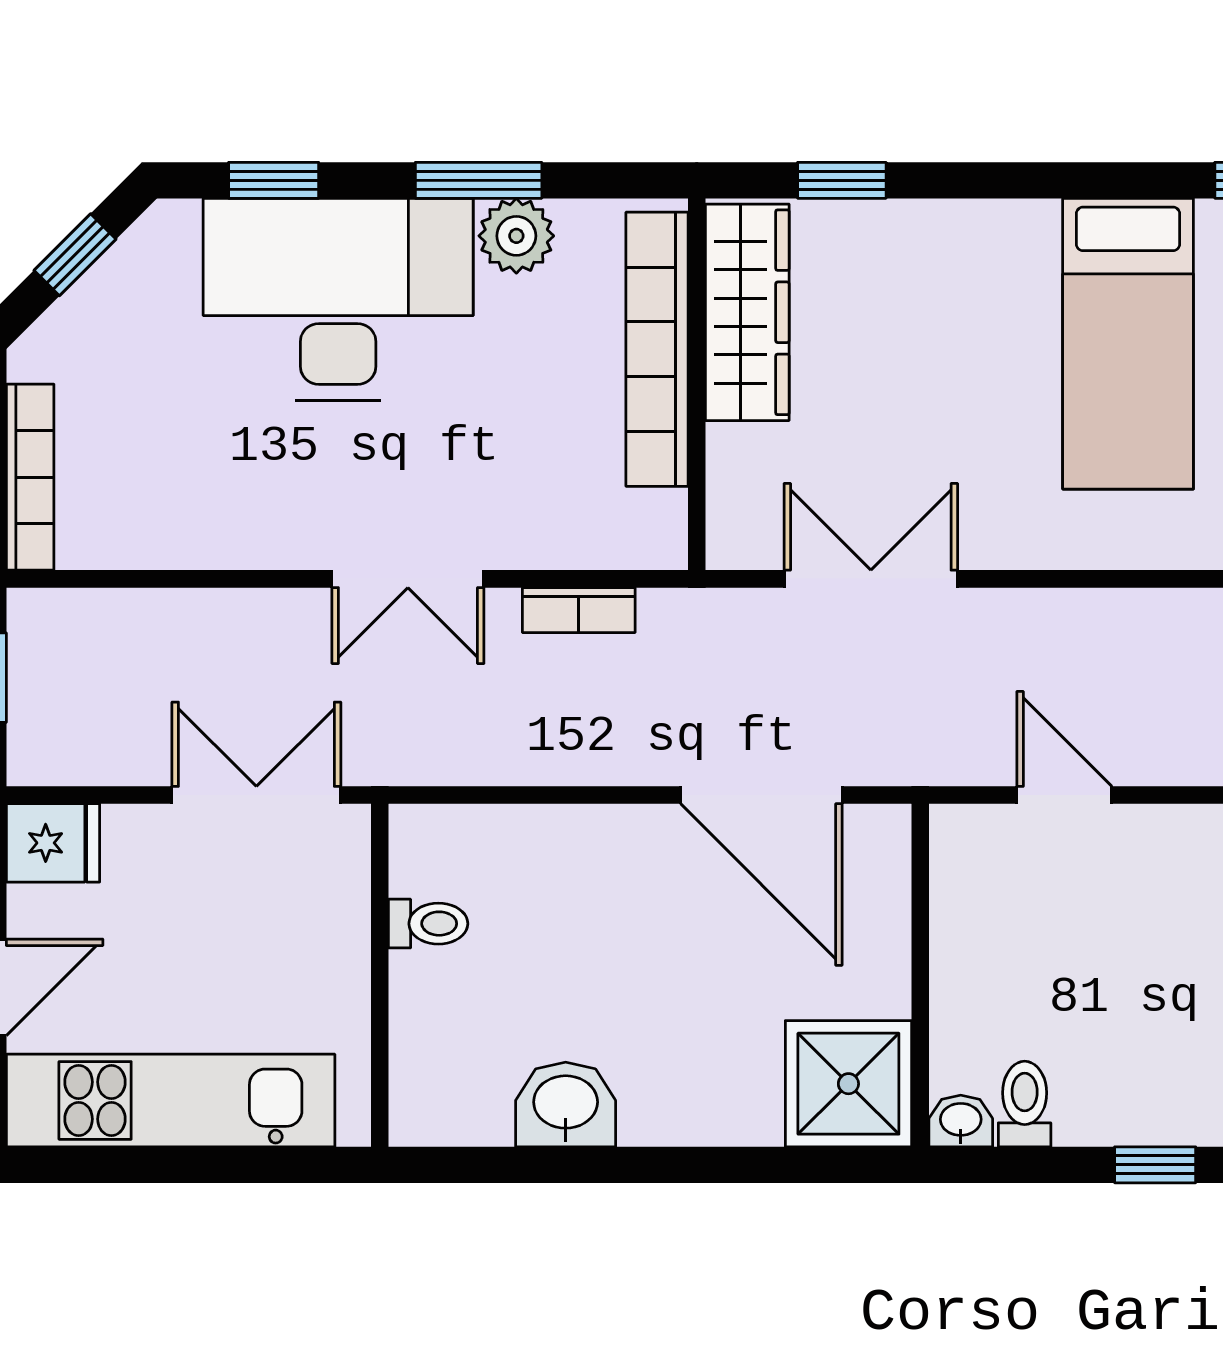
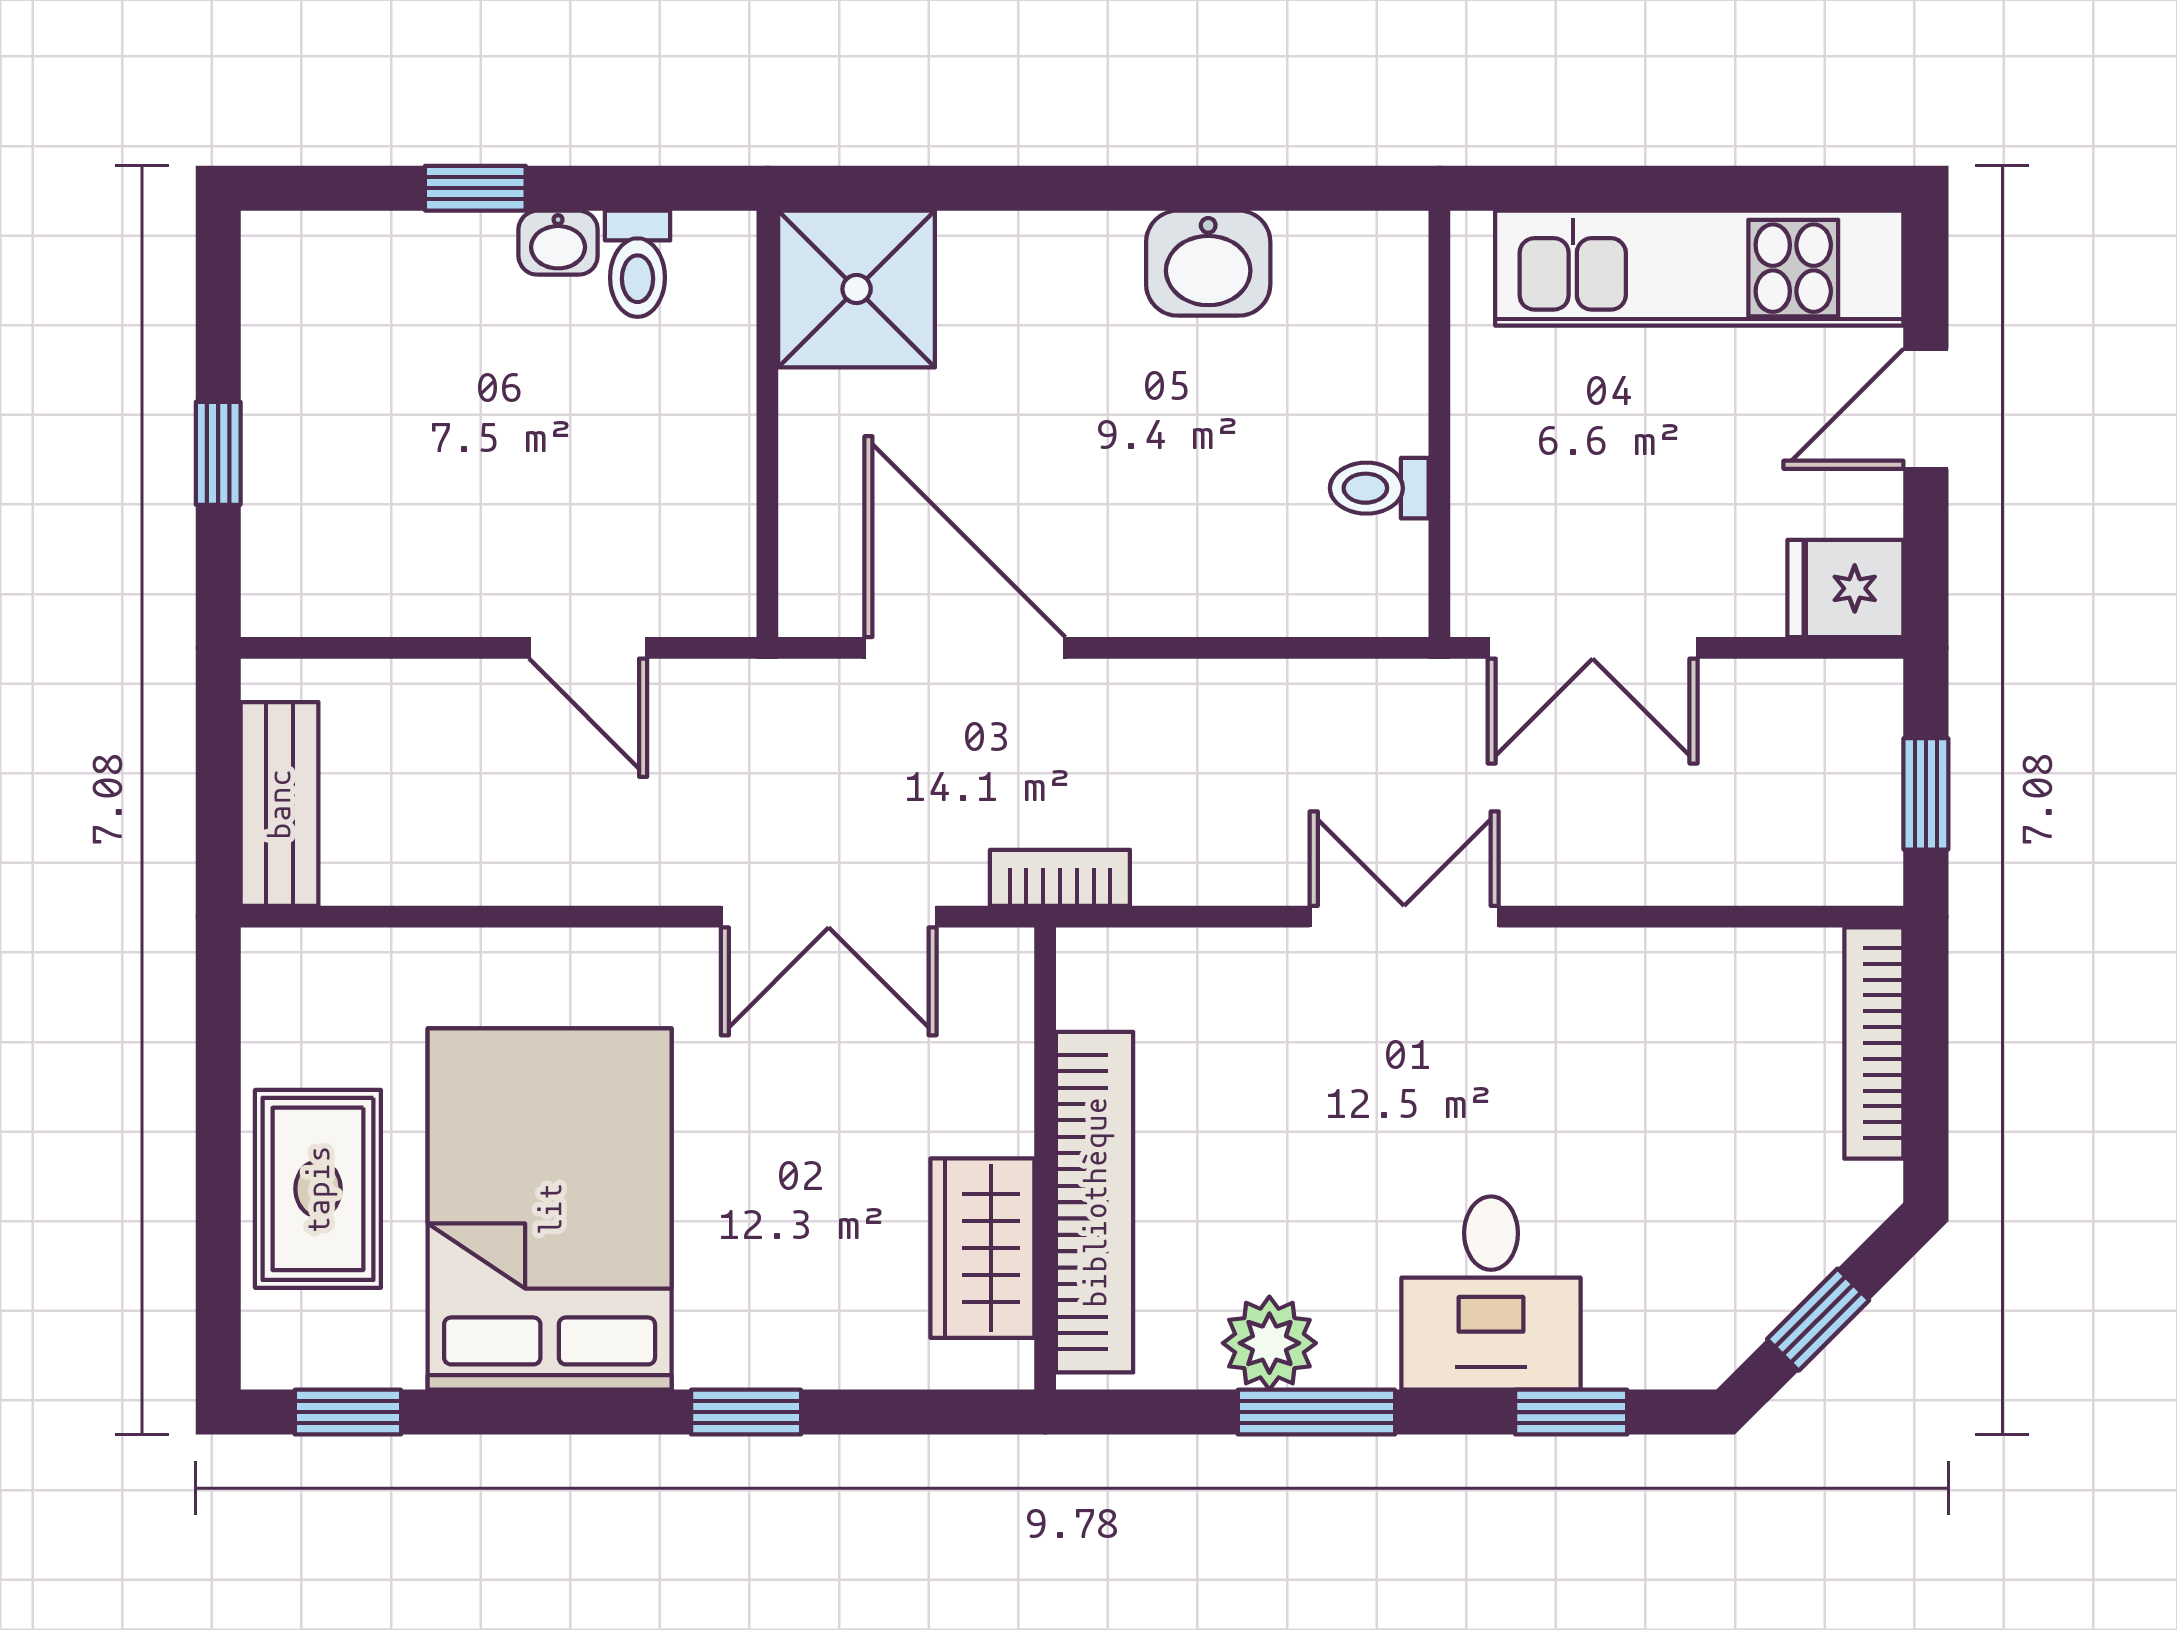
window: (842, 180) -> (746, 1412), moved
desk: (338, 299) -> (1491, 1293), width x0.53, depth x0.77
wardrobe: (747, 312) -> (982, 1248), width x0.67
bed: (1128, 344) -> (550, 1209), width x1.50
bookcase: (579, 610) -> (1060, 878), moved
washbasin: (961, 1121) -> (558, 243), moved

